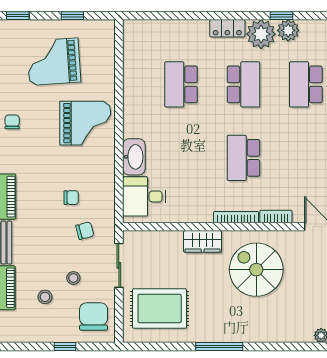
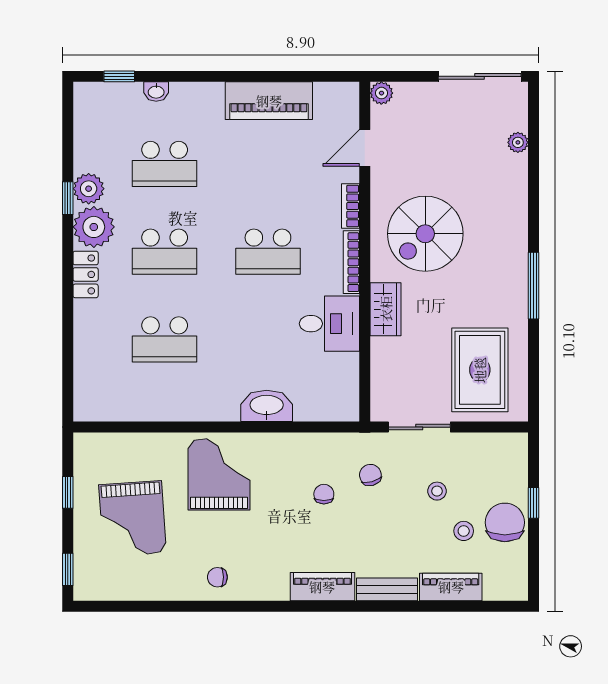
school desk: (243, 84) -> (165, 252), turned 180
desk: (144, 196) -> (329, 324), moved, turned -90
chair: (94, 317) -> (505, 522), moved, turned 90

